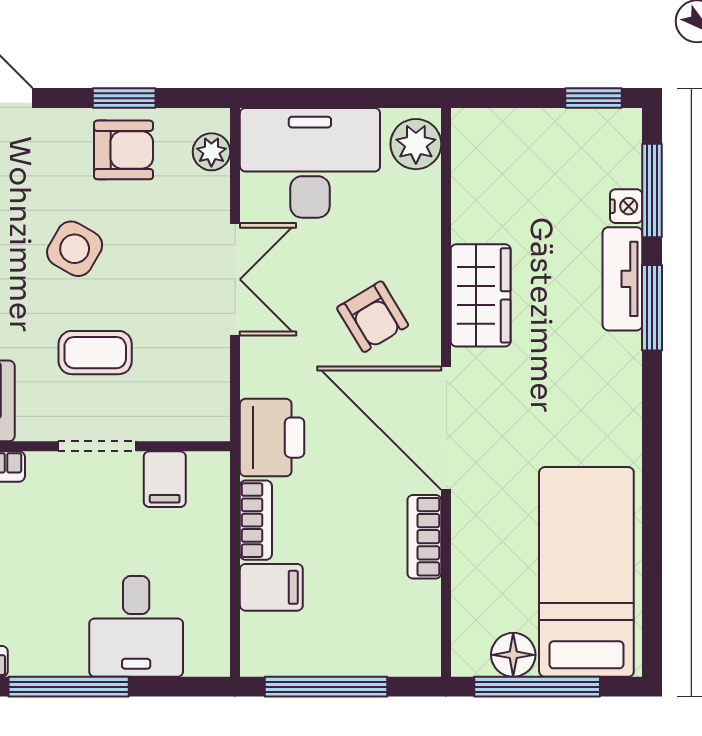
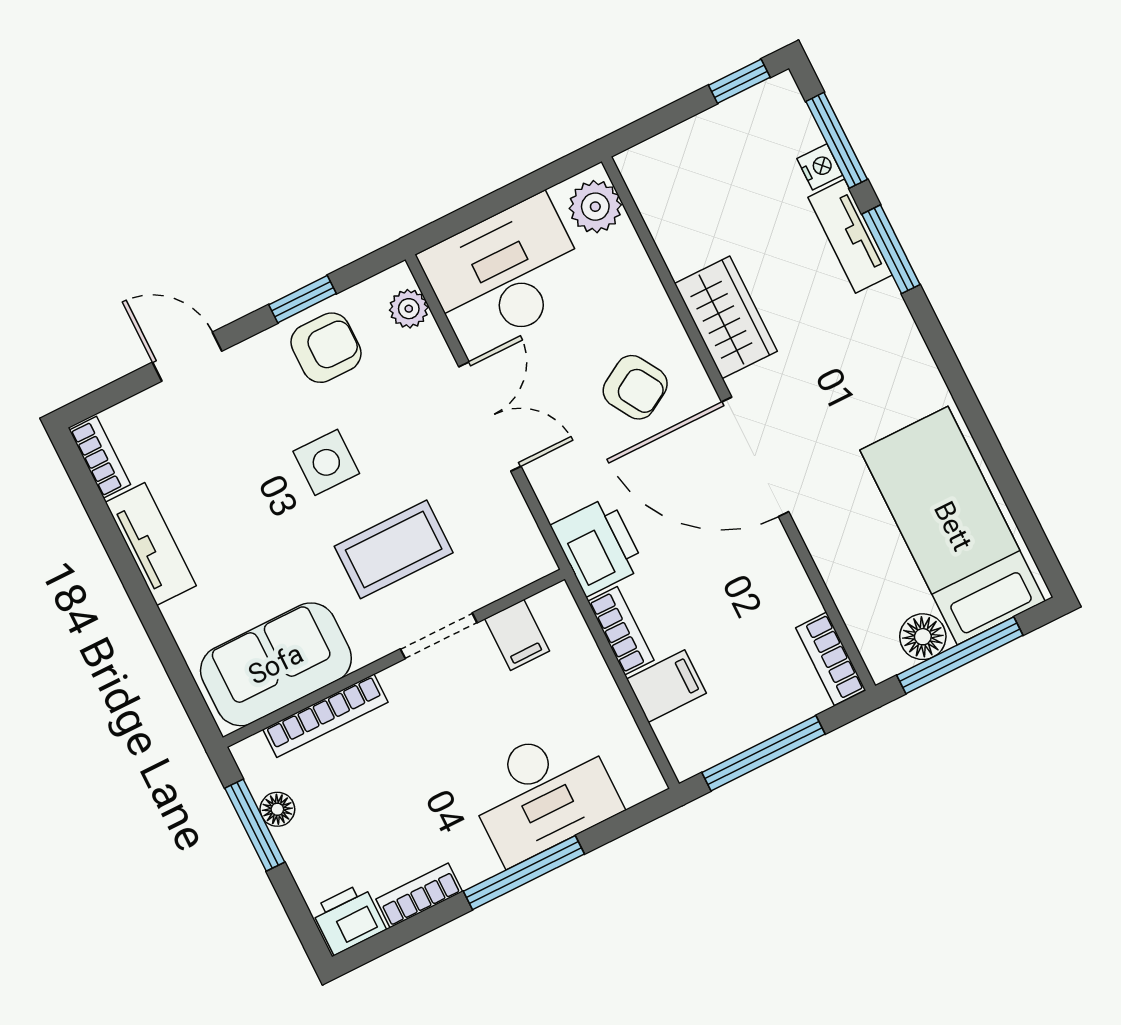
side table: (75, 249) -> (326, 462), turned -30
coffee table: (95, 353) -> (394, 549), width x1.36, depth x1.30
bookcase: (424, 537) -> (831, 659), moved
desk: (136, 626) -> (543, 793), width x1.37

